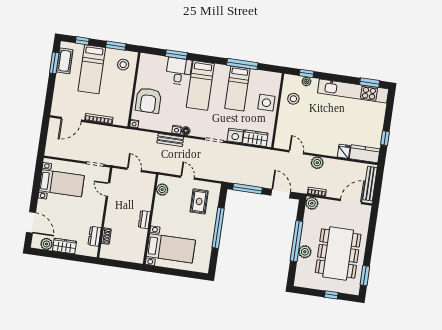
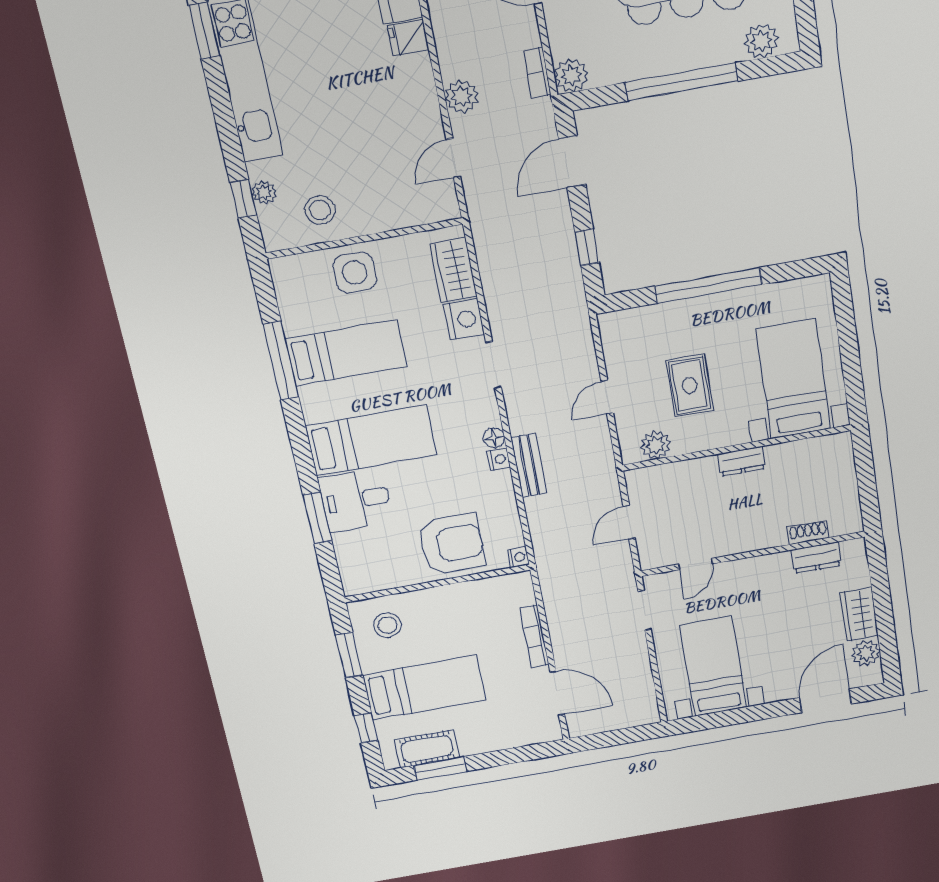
window: (248, 189) -> (587, 247), width x0.46
rug: (199, 201) -> (690, 386), moved, turned 90
plant: (305, 252) -> (761, 41), moved

